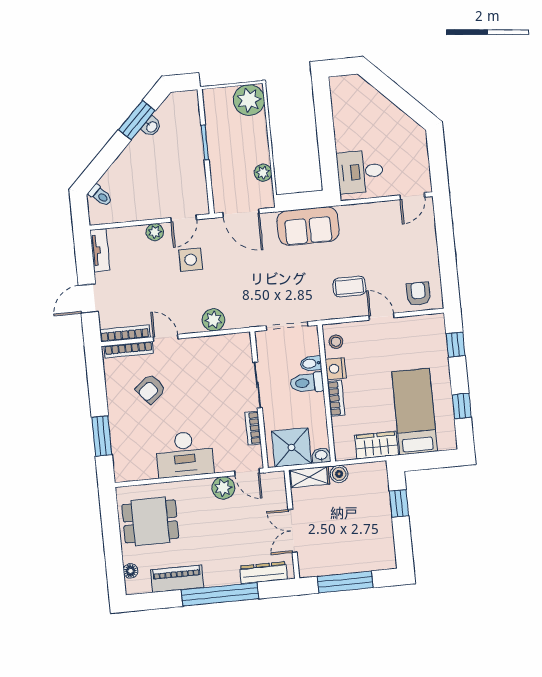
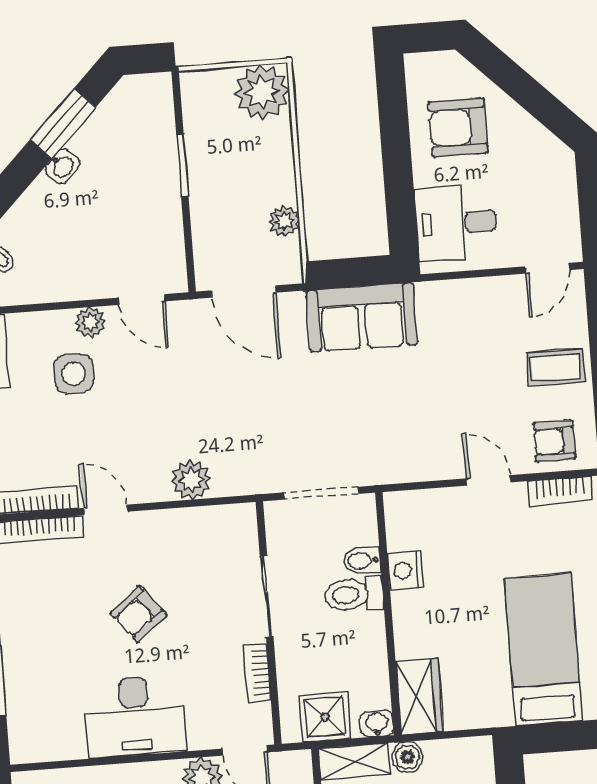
armchair: (360, 118) -> (458, 127), added
washbasin: (151, 127) -> (62, 166), moved
door: (184, 219) -> (142, 299), hinge flipped
side table: (191, 260) -> (74, 374), moved
coffee table: (349, 287) -> (556, 368), moved
armchair: (418, 294) -> (554, 441), turned -90
stool: (336, 342) -> (407, 523), removed
armchair: (151, 389) -> (139, 614), moved
bookcase: (336, 398) -> (560, 491), moved, turned 90
wardrobe: (376, 445) -> (419, 697), moved, turned 90
shower: (291, 447) -> (325, 717), width x0.73, depth x0.73

